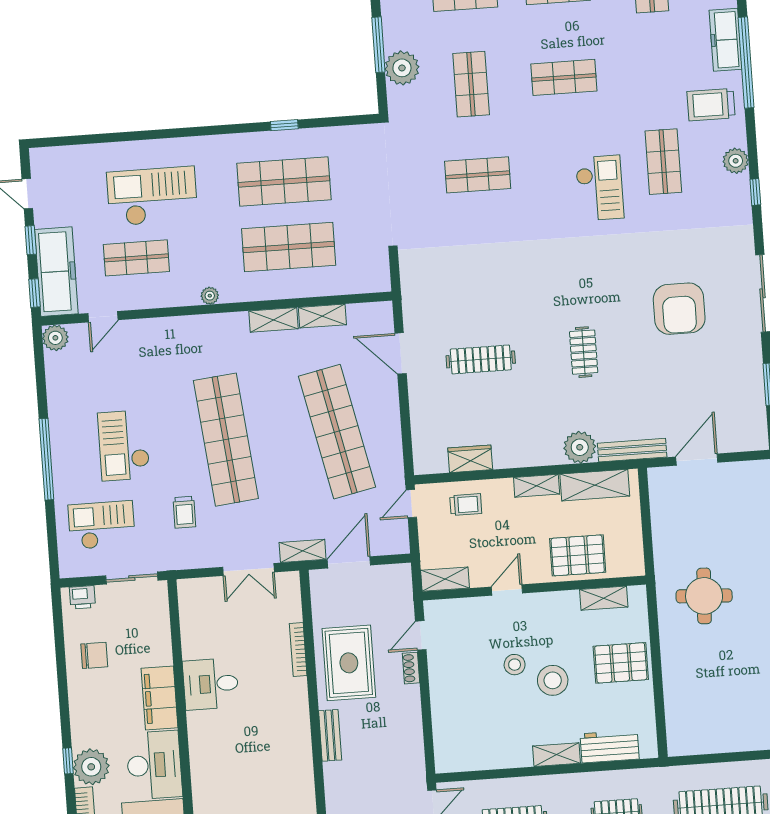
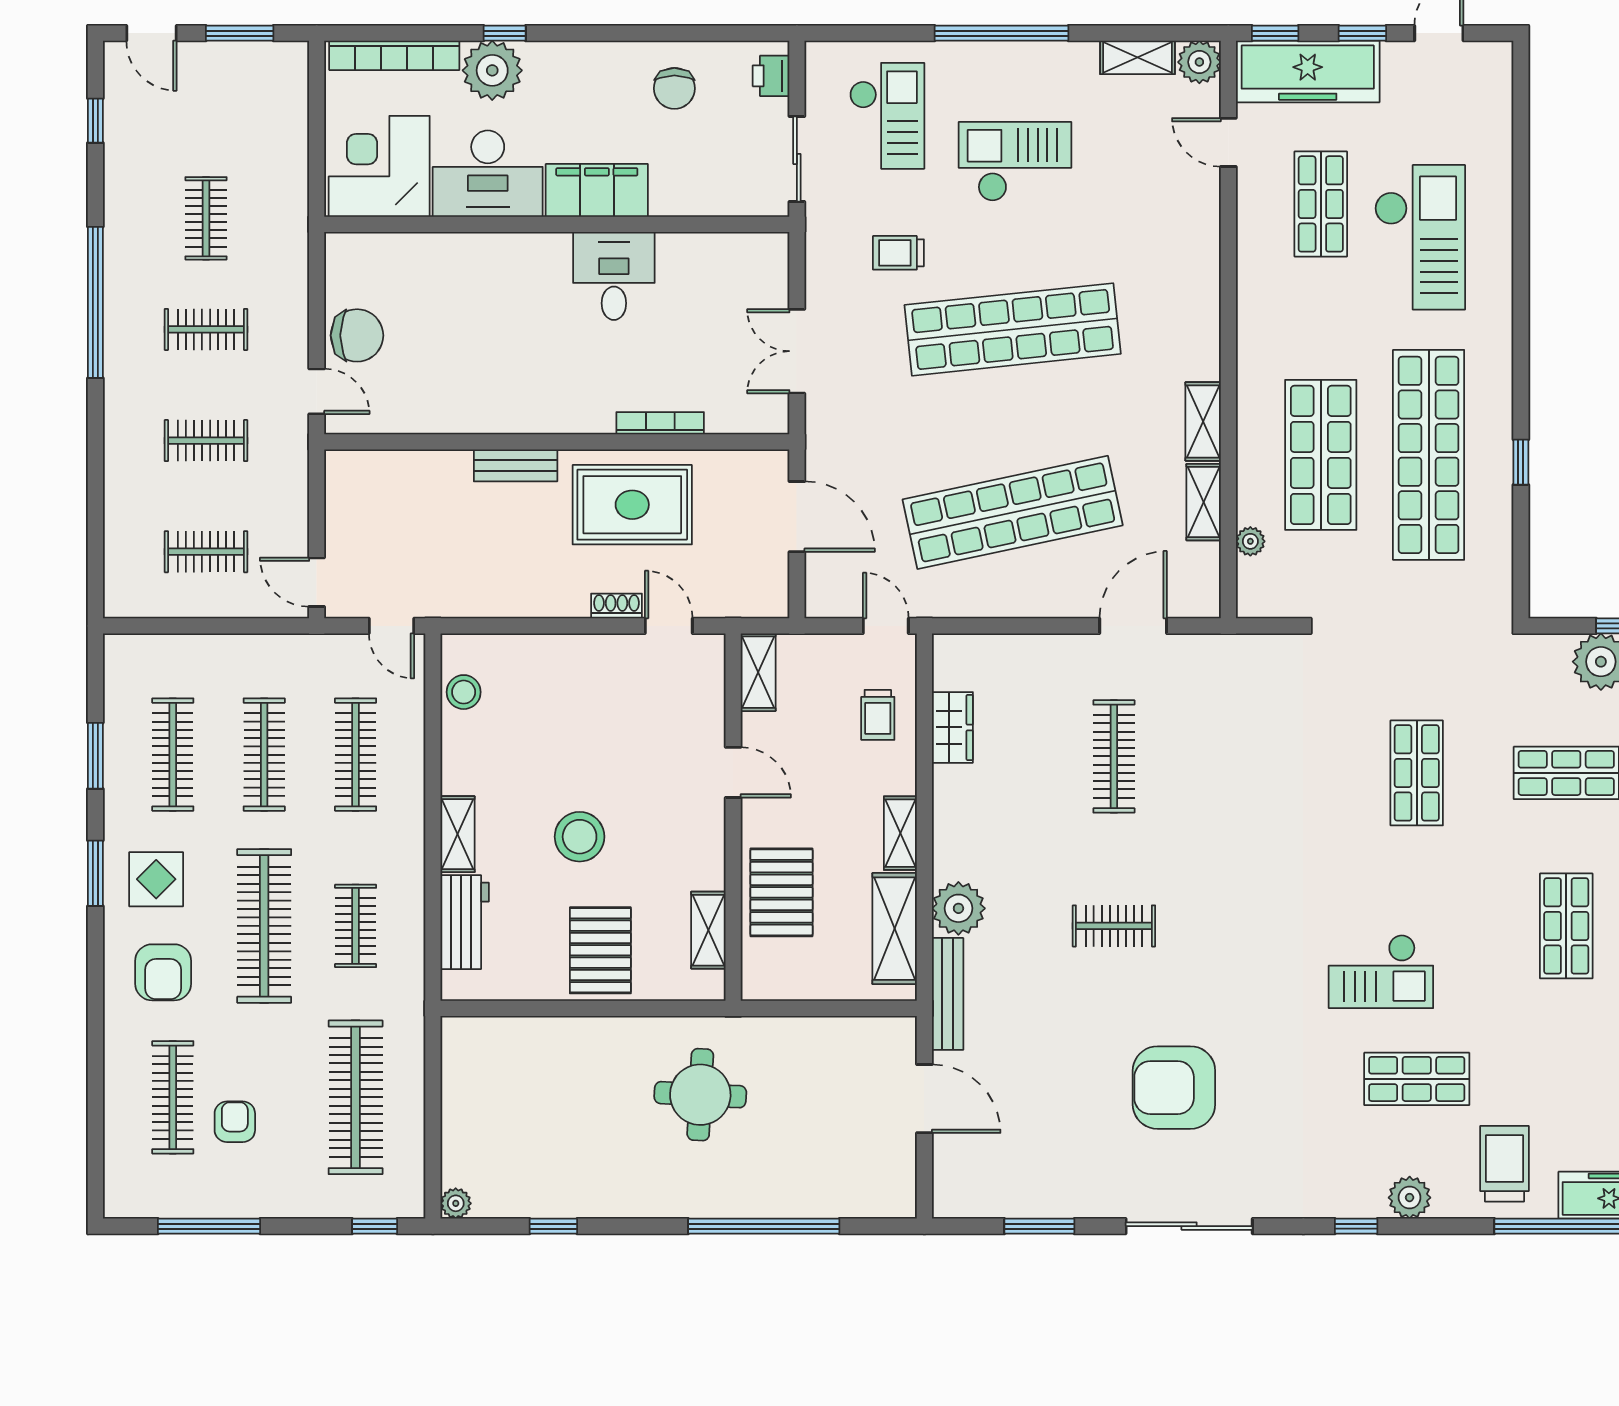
shop shelf: (284, 182) -> (1429, 455), width x1.40
plant: (210, 296) -> (1250, 541), moved
shelving: (303, 551) -> (1138, 57), moved, turned 90
stool: (515, 665) -> (464, 692), moved

